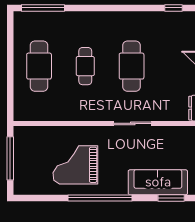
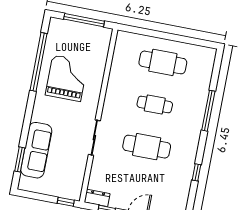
window: (43, 8) -> (208, 111), moved
window: (174, 8) -> (196, 172), moved
window: (100, 198) -> (39, 62), moved

